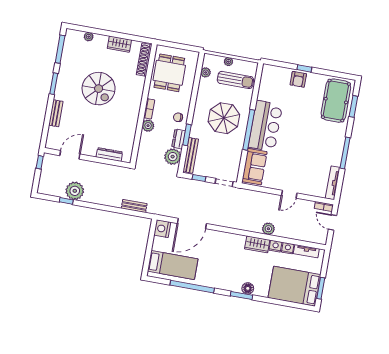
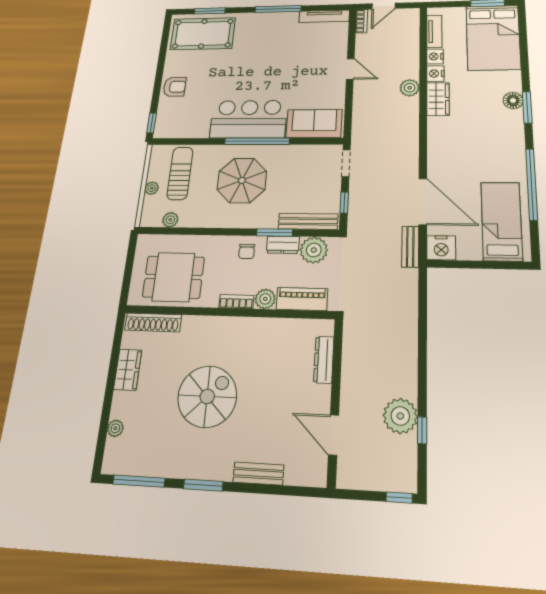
window: (304, 68) -> (152, 123), moved
piano: (145, 146) -> (302, 299), added
window: (40, 162) -> (399, 498), moved
bench: (134, 206) -> (410, 247), moved

